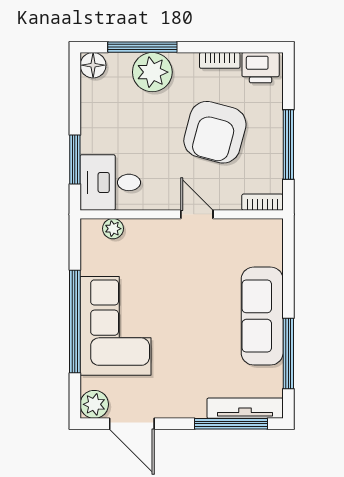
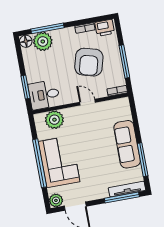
plant: (152, 72) -> (43, 41), moved
plant: (113, 229) -> (54, 120), width x1.88, depth x1.88

